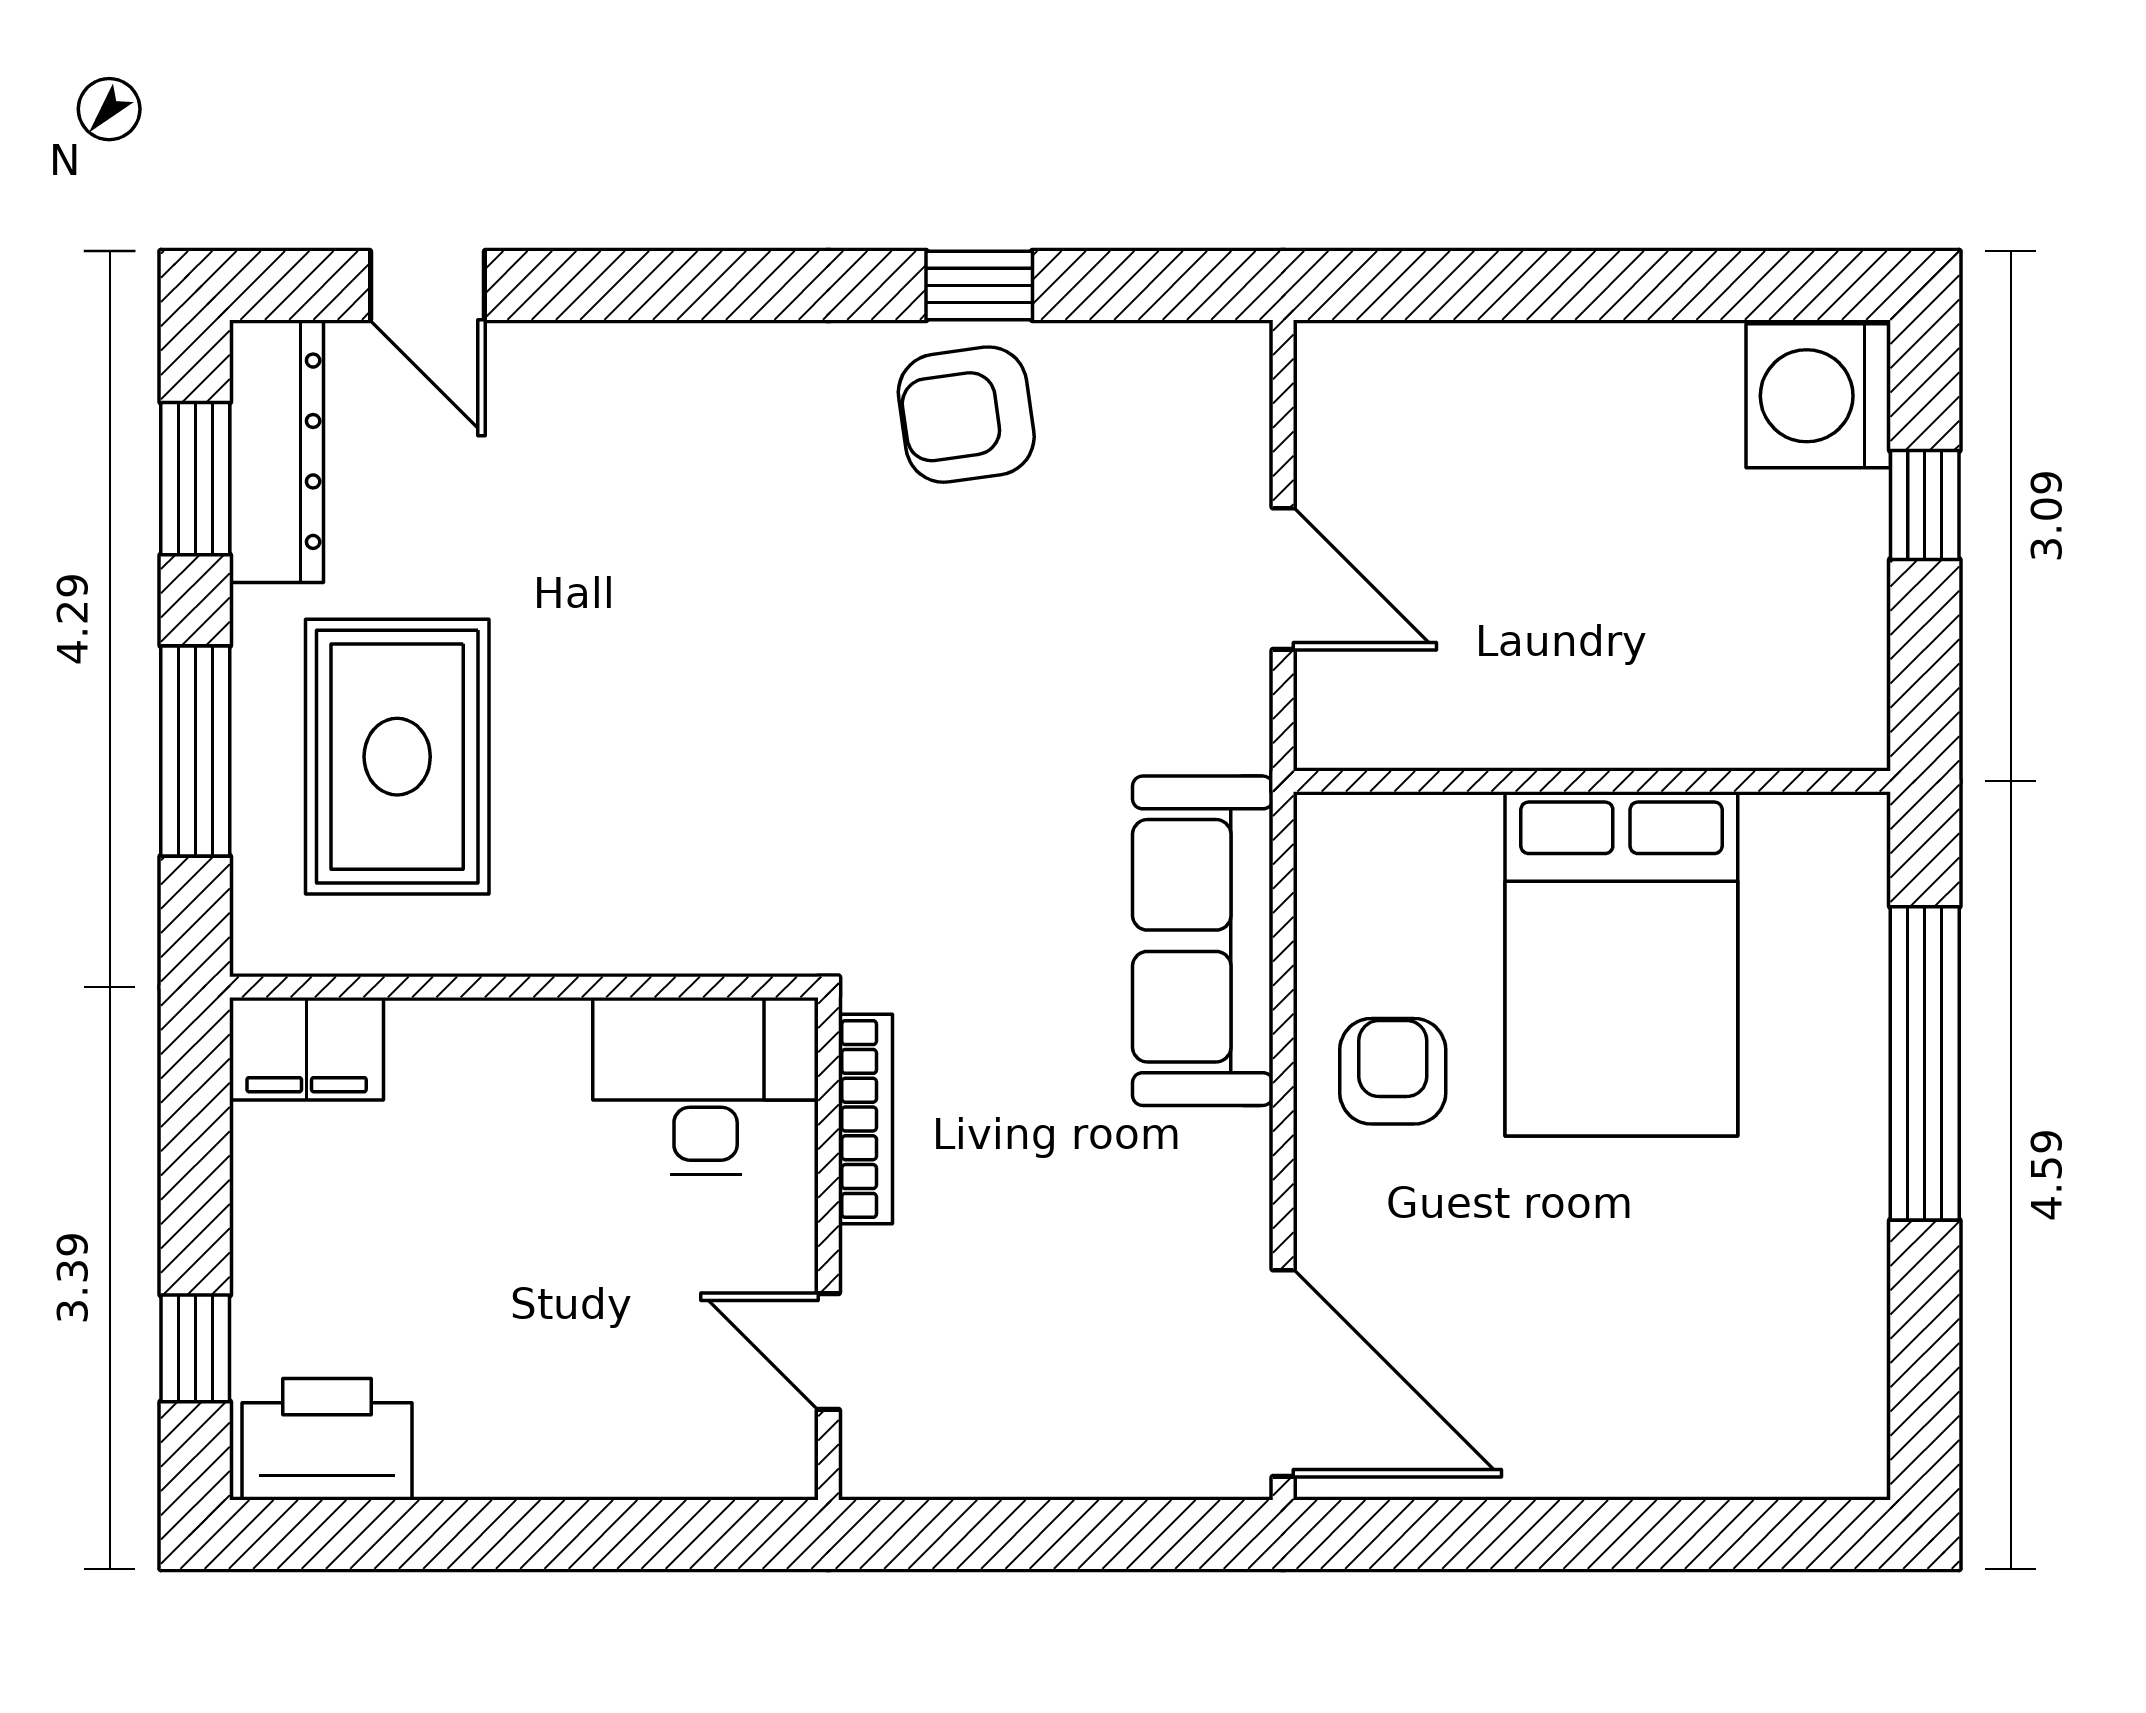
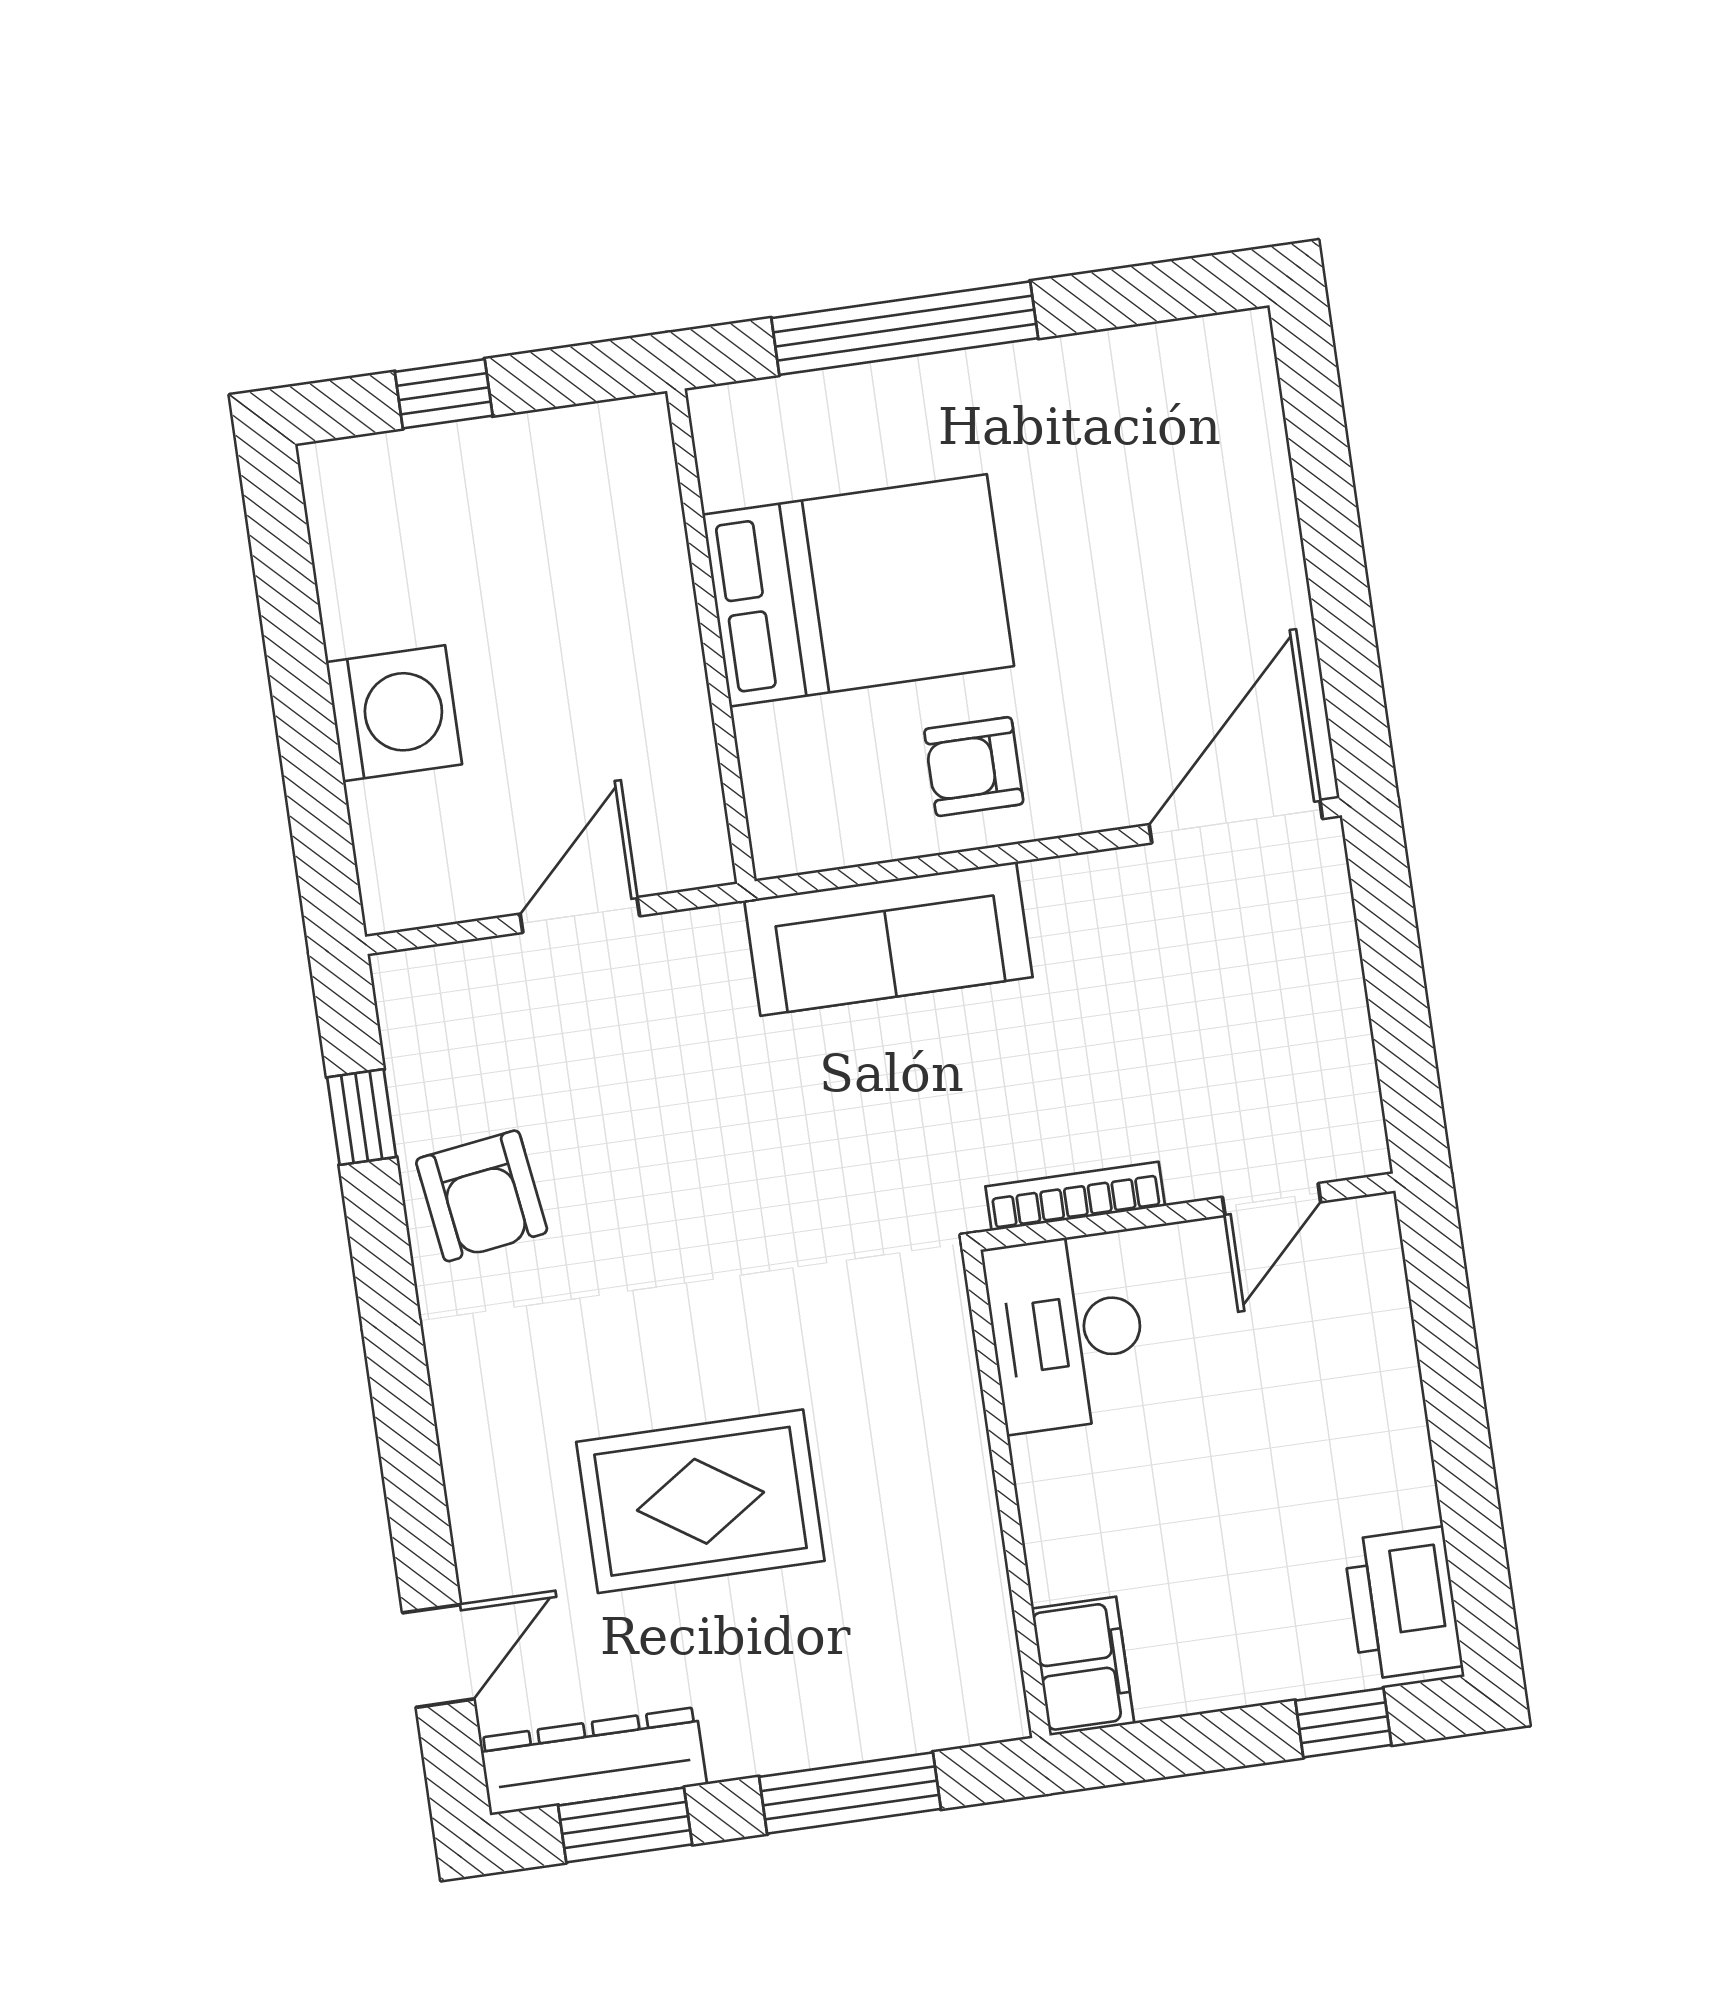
window: (979, 285) -> (362, 1117), moved
washing machine: (1818, 396) -> (394, 713), moved, turned -90
rug: (397, 757) -> (700, 1501), moved

